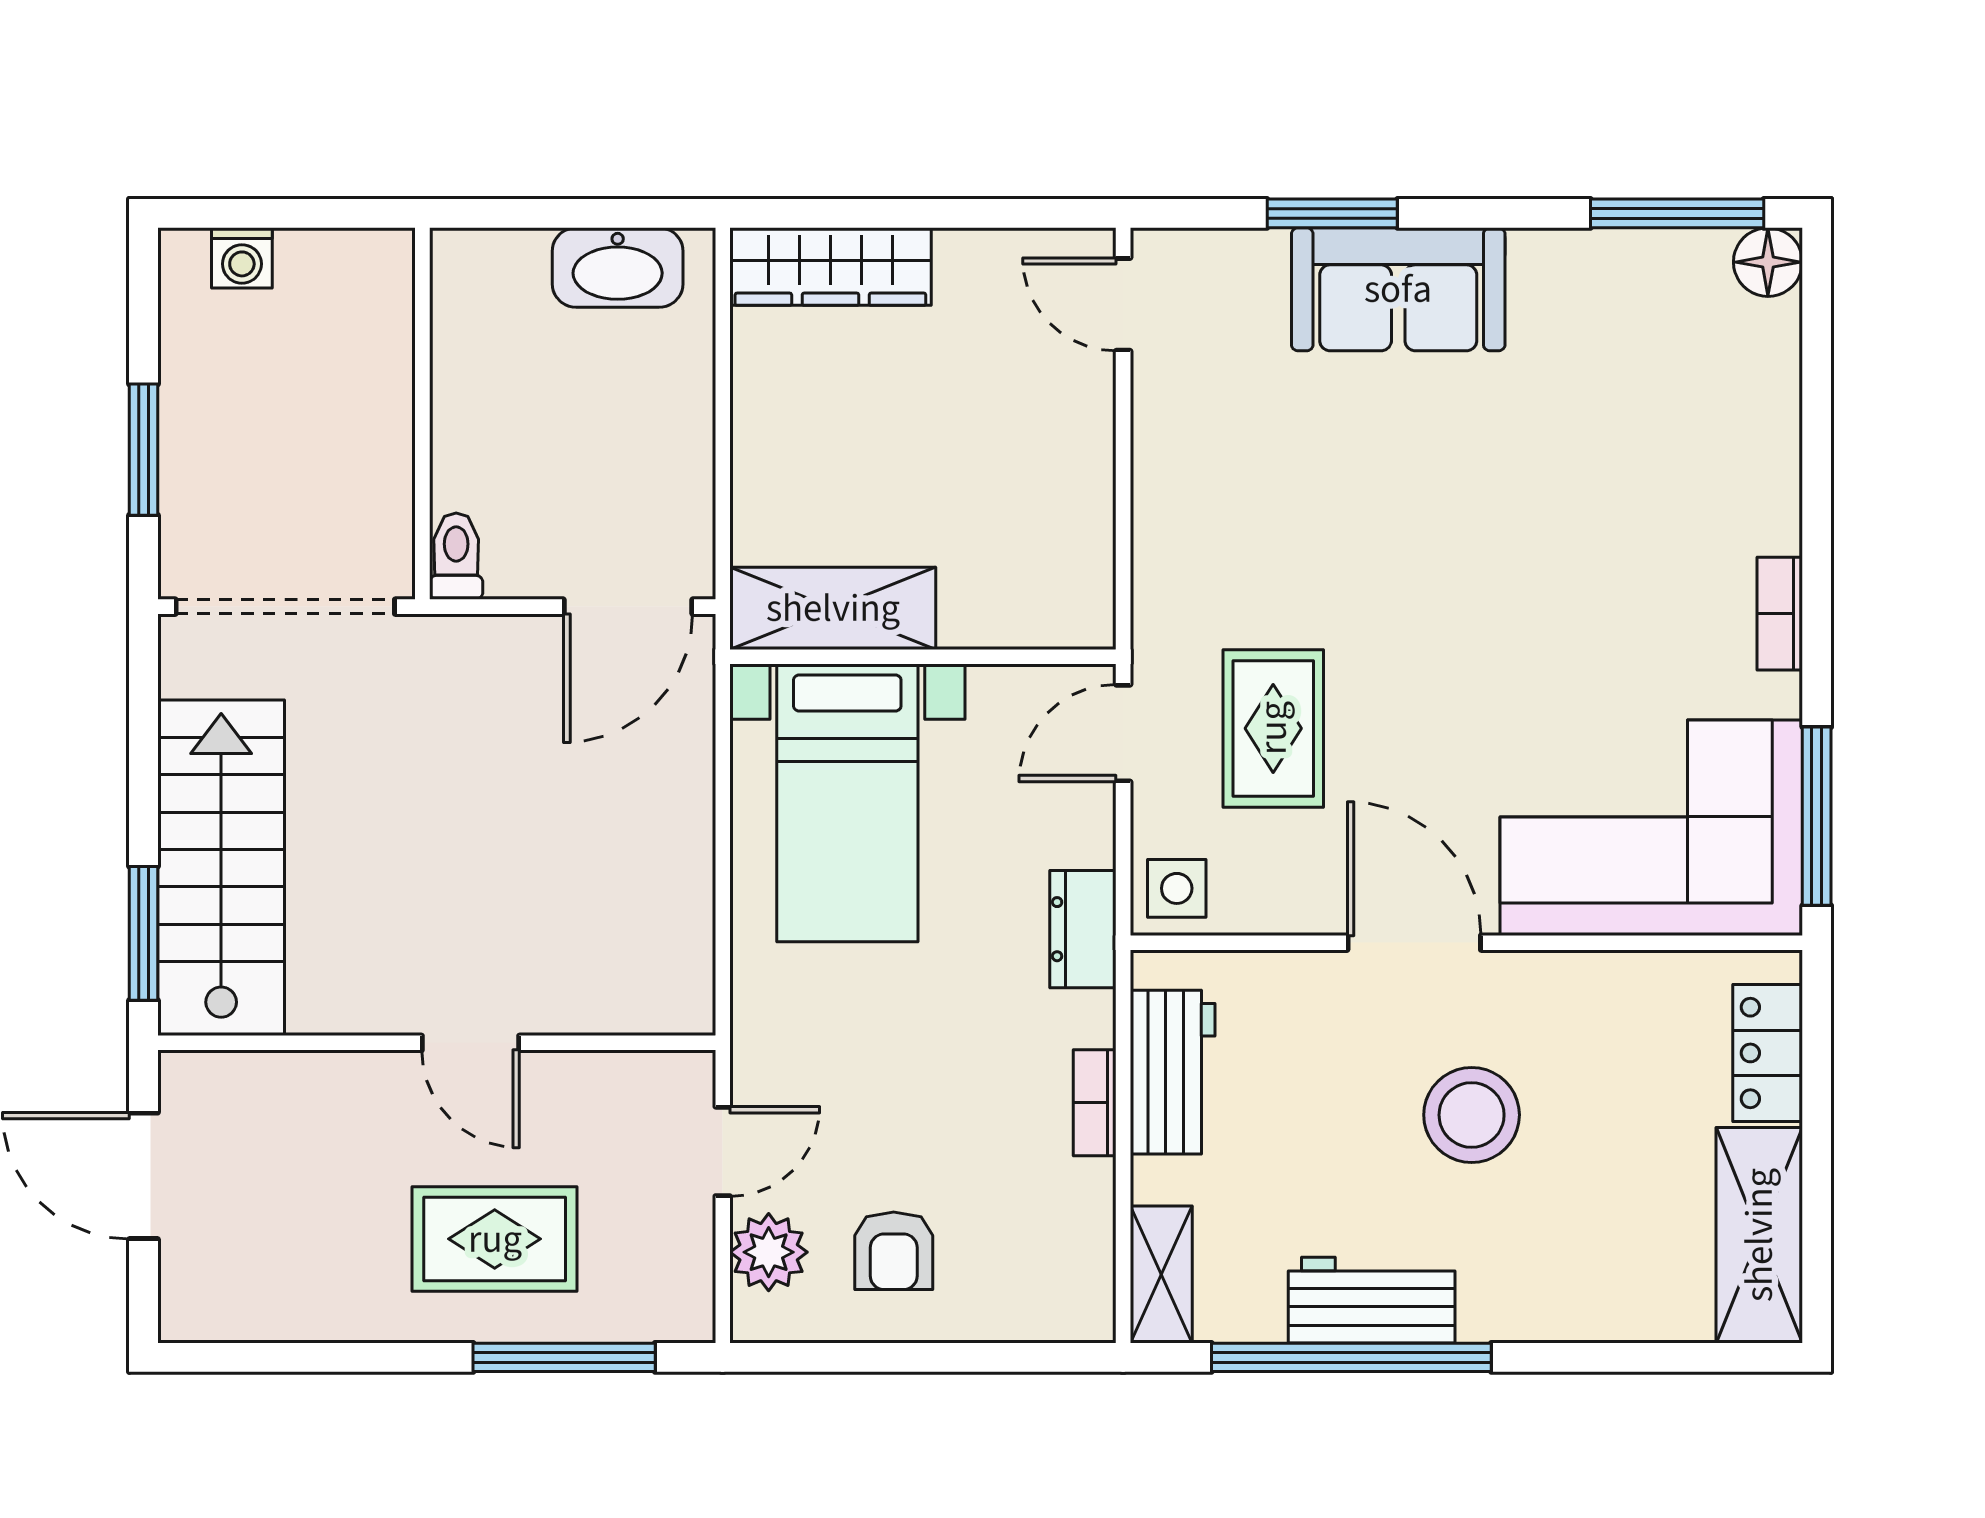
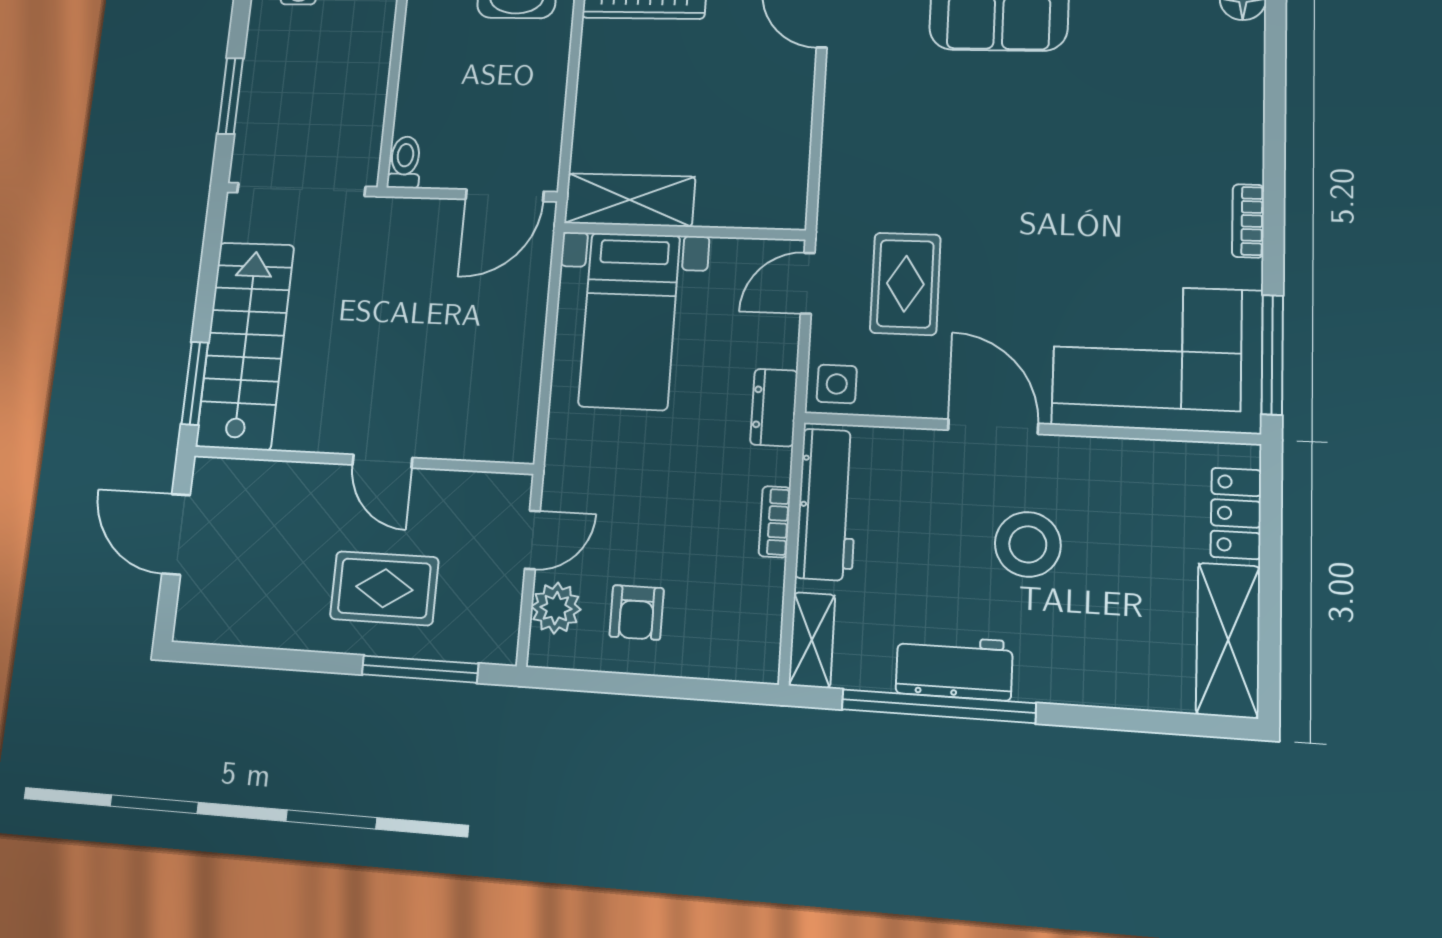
workbench: (1173, 1072) -> (827, 504), width x1.38

